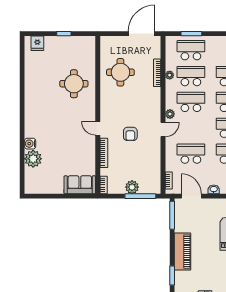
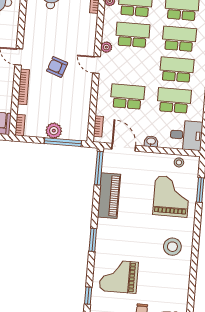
door: (163, 130) -> (96, 65), swing flipped
armchair: (130, 134) -> (57, 67), turned 109
piano: (183, 252) -> (109, 196), moved

